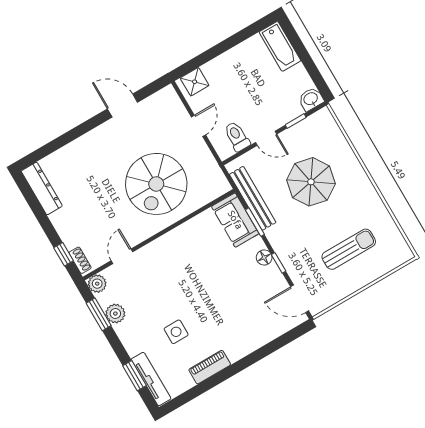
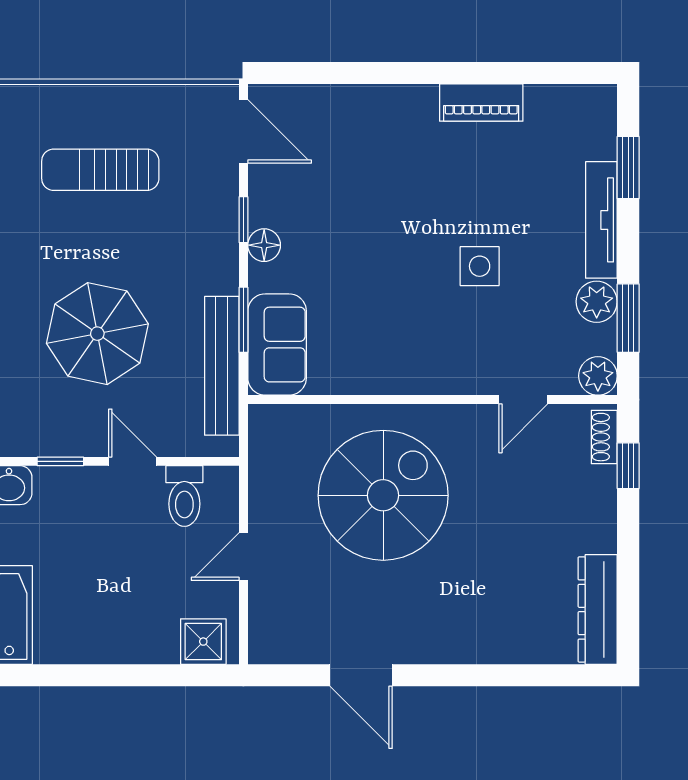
side table: (176, 332) -> (480, 266), moved
tv unit: (151, 379) -> (601, 220), moved

